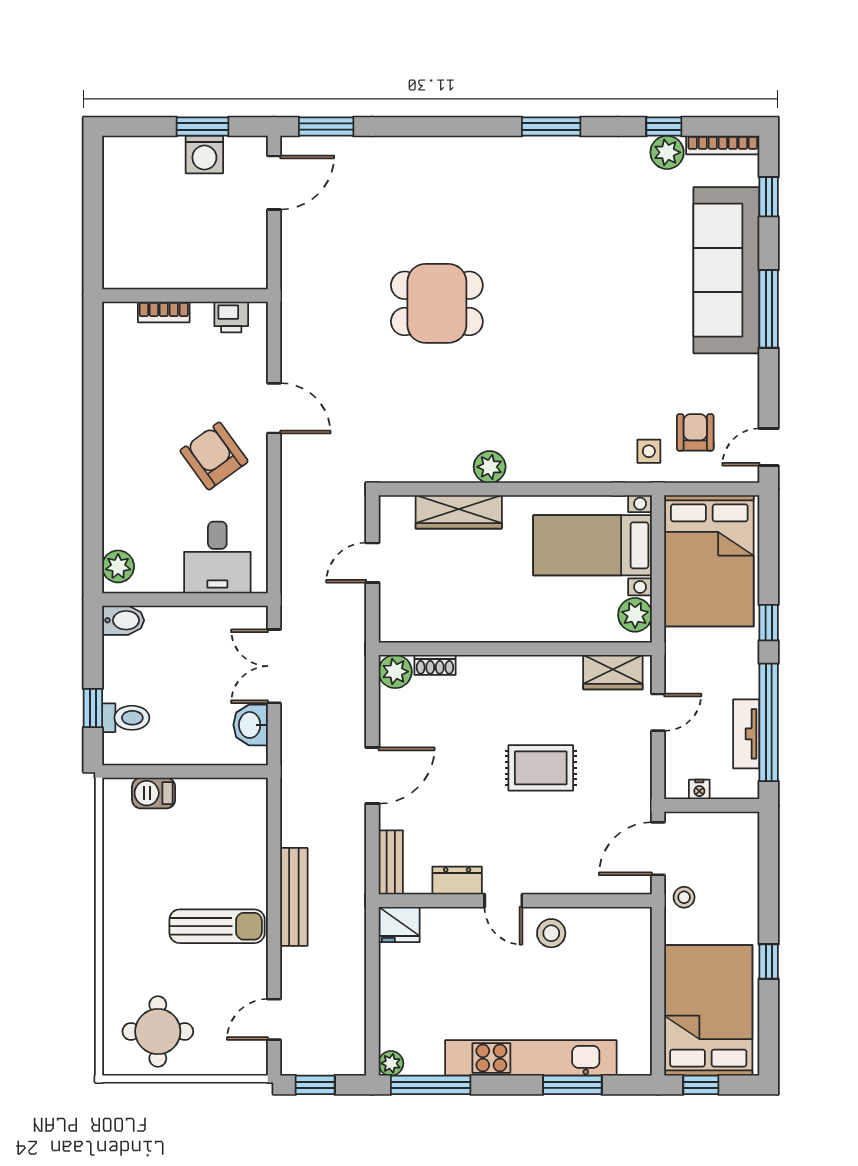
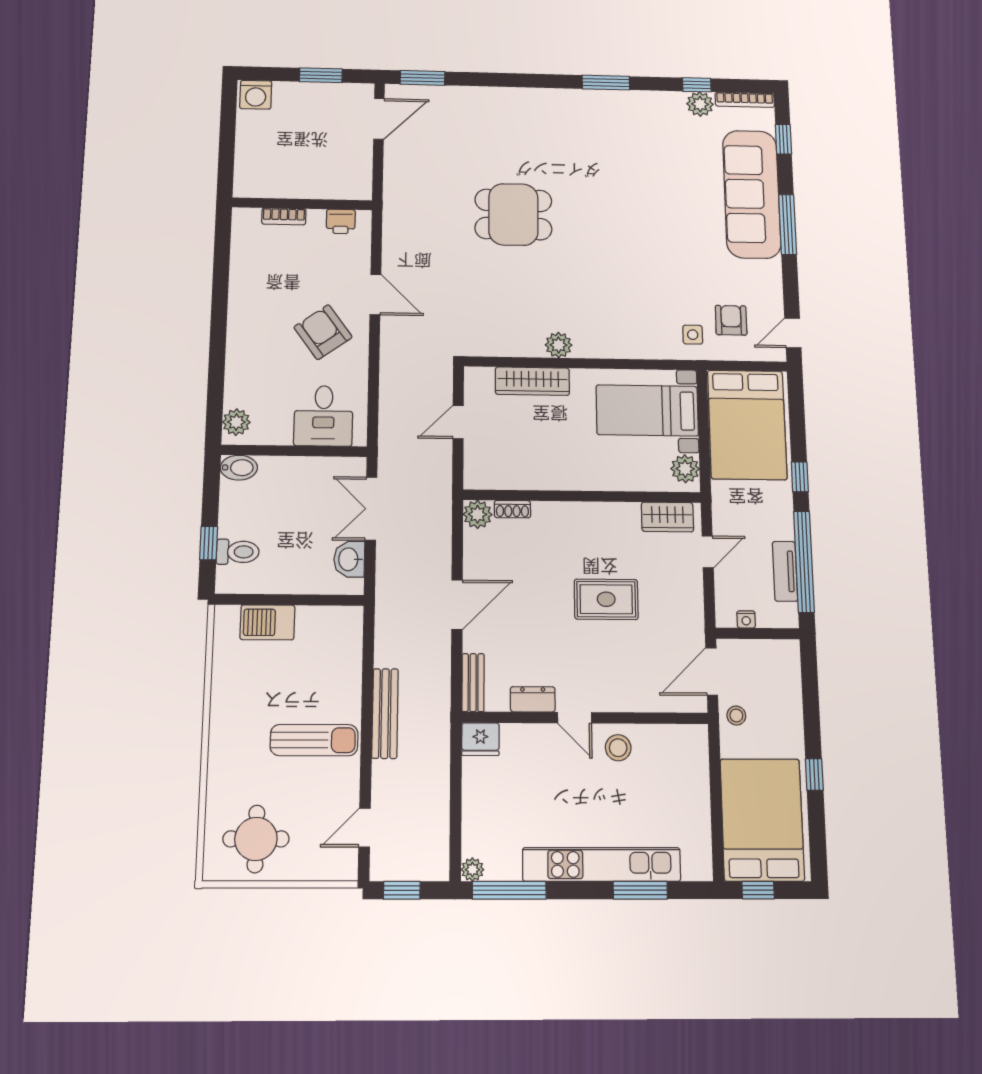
washing machine: (204, 155) -> (256, 95), moved
barbecue: (154, 793) -> (267, 622), width x1.38, depth x1.27

